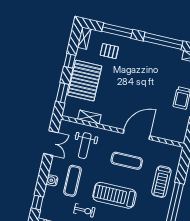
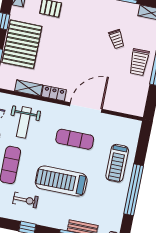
trolley: (164, 78) -> (117, 39), added
locker: (110, 122) -> (54, 93), added

